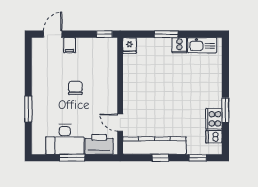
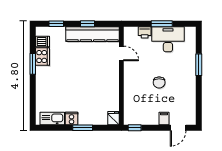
printer: (99, 144) -> (145, 32), width x0.53, depth x0.68

